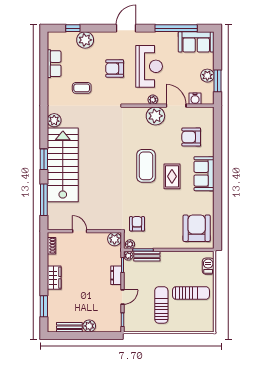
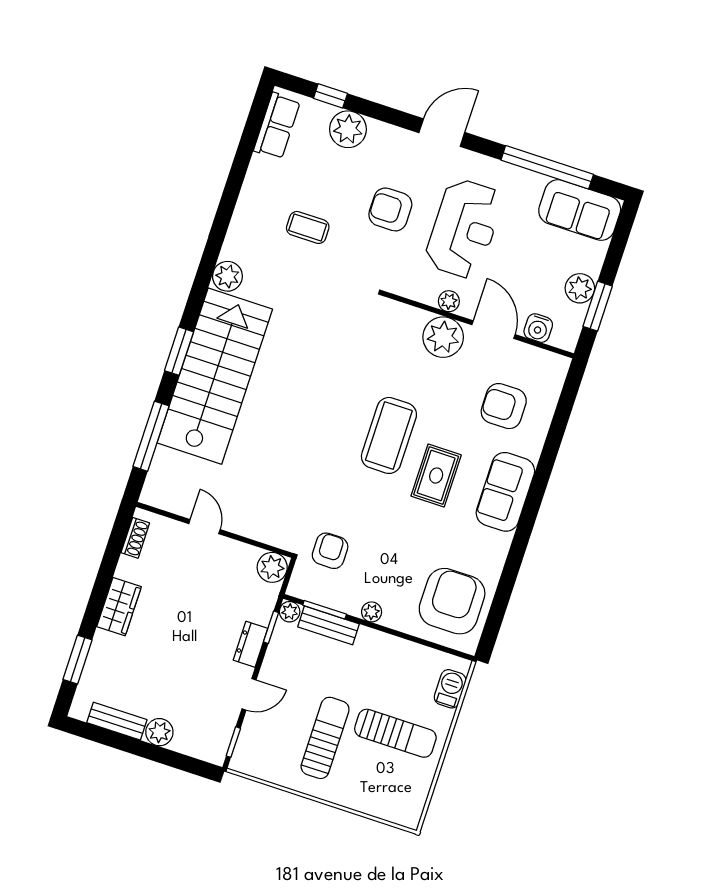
row of seats: (54, 64) -> (277, 126), moved
plant: (130, 244) -> (372, 612), moved

